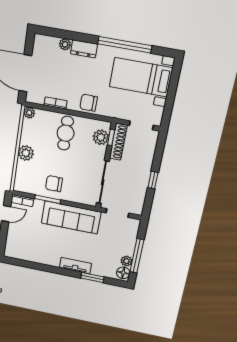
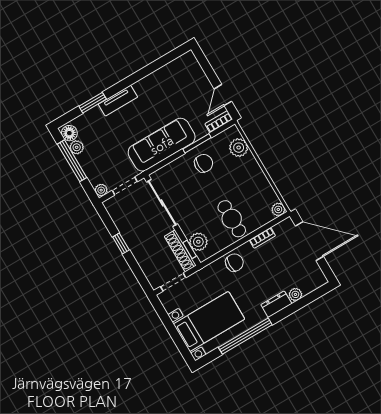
plant: (26, 153) -> (239, 148), moved
plant: (135, 223) -> (101, 190), added

